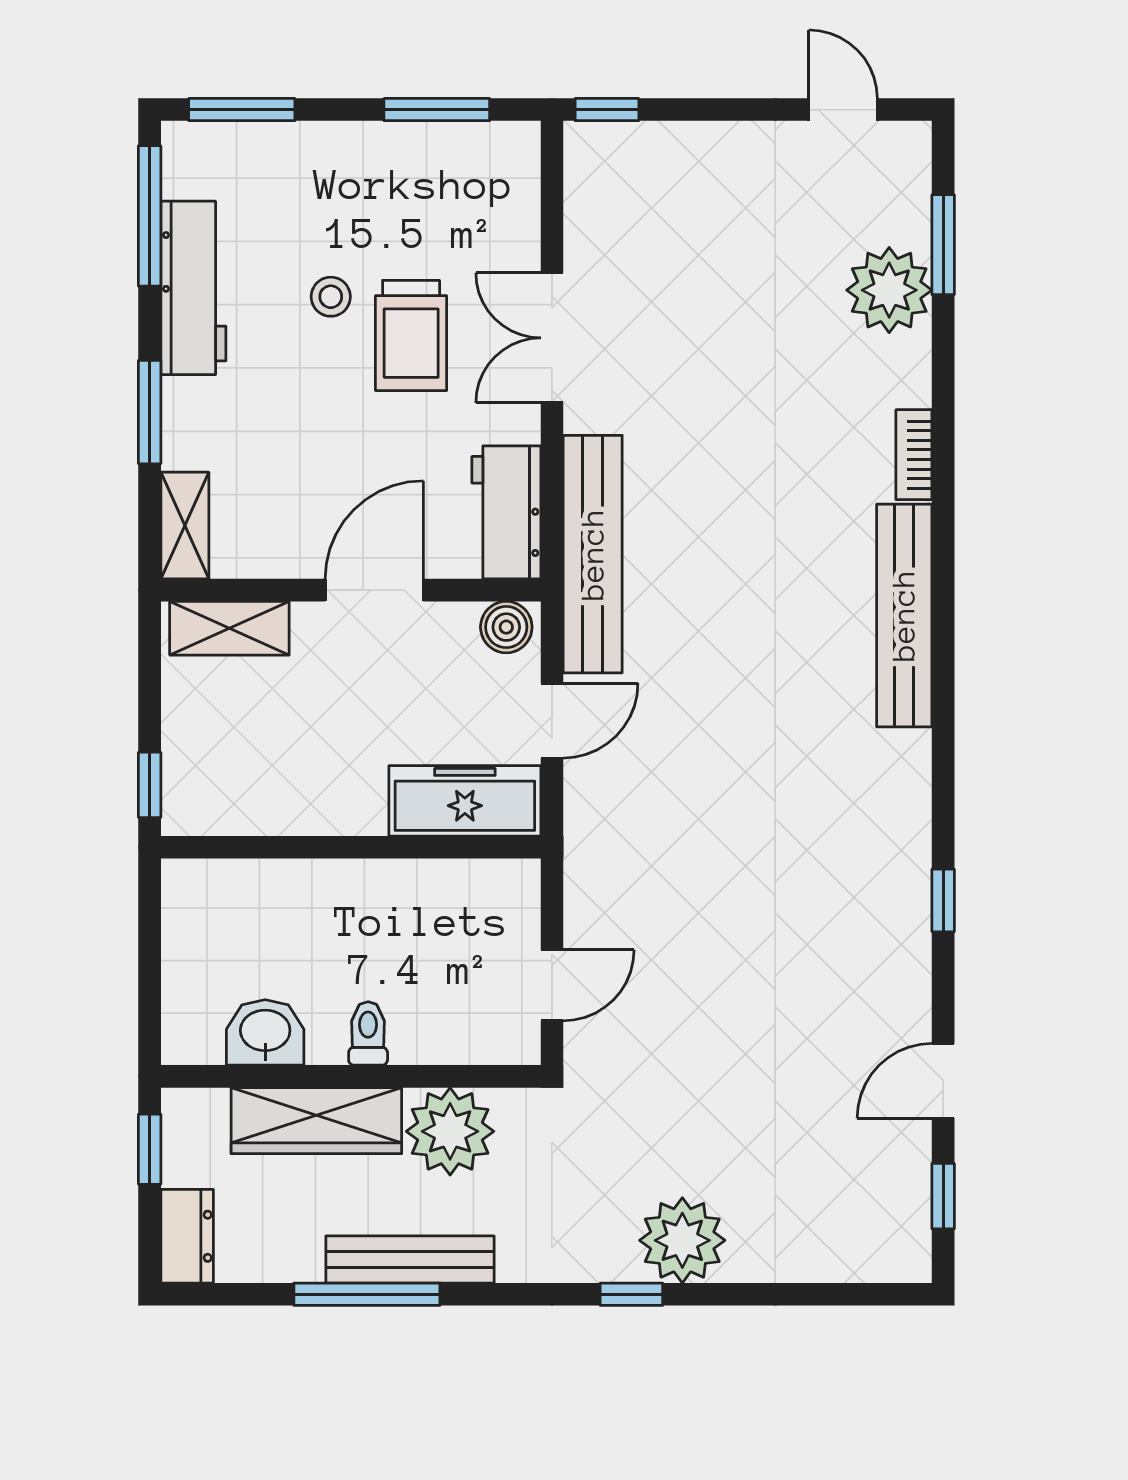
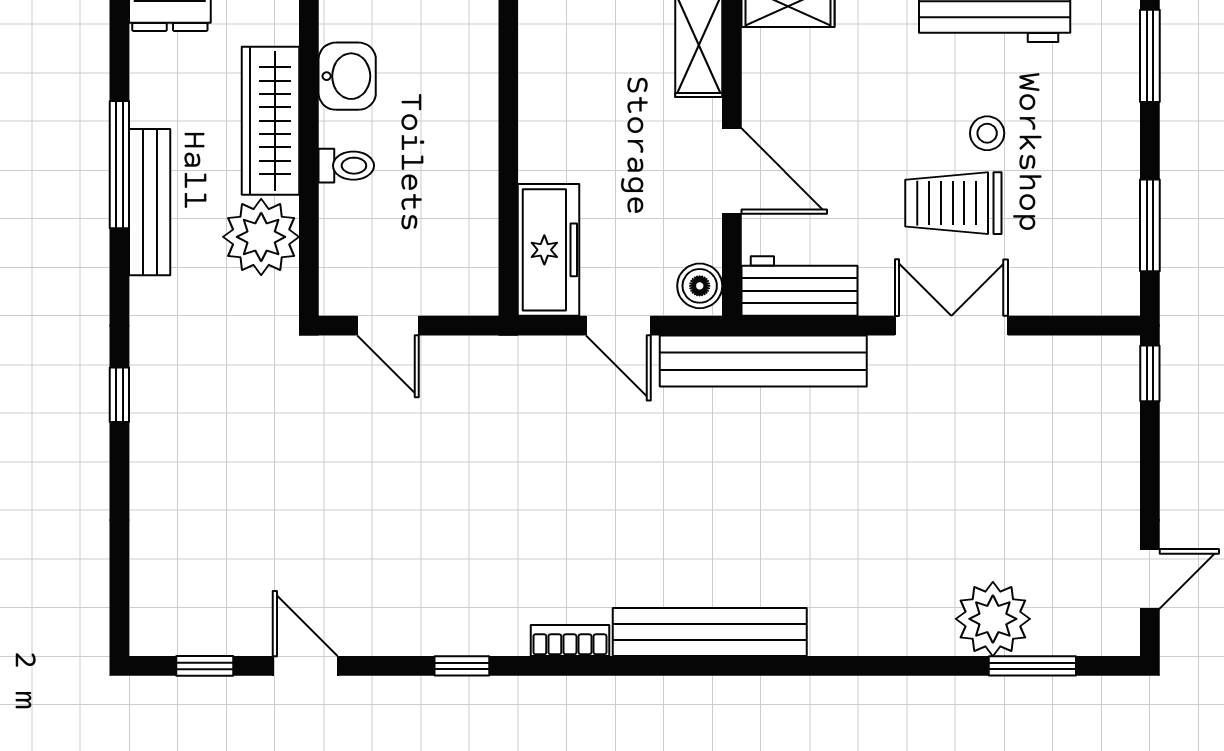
bookcase: (914, 455) -> (570, 641), moved
plant: (682, 1240) -> (166, 439), removed

